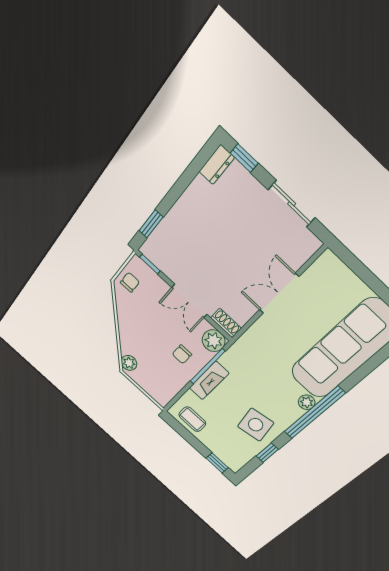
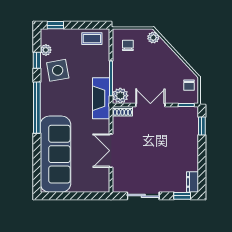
double door: (279, 293) -> (111, 151), swing flipped
chair: (182, 354) -> (128, 45), moved
fireplace: (209, 381) -> (101, 98), moved, width x1.37, depth x1.32
plant: (307, 402) -> (46, 50), moved

